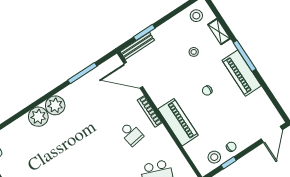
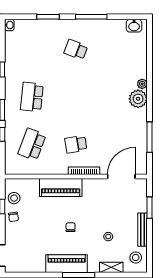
bench: (137, 46) -> (142, 230), moved
plant: (38, 117) -> (142, 84), width x0.53, depth x0.53

